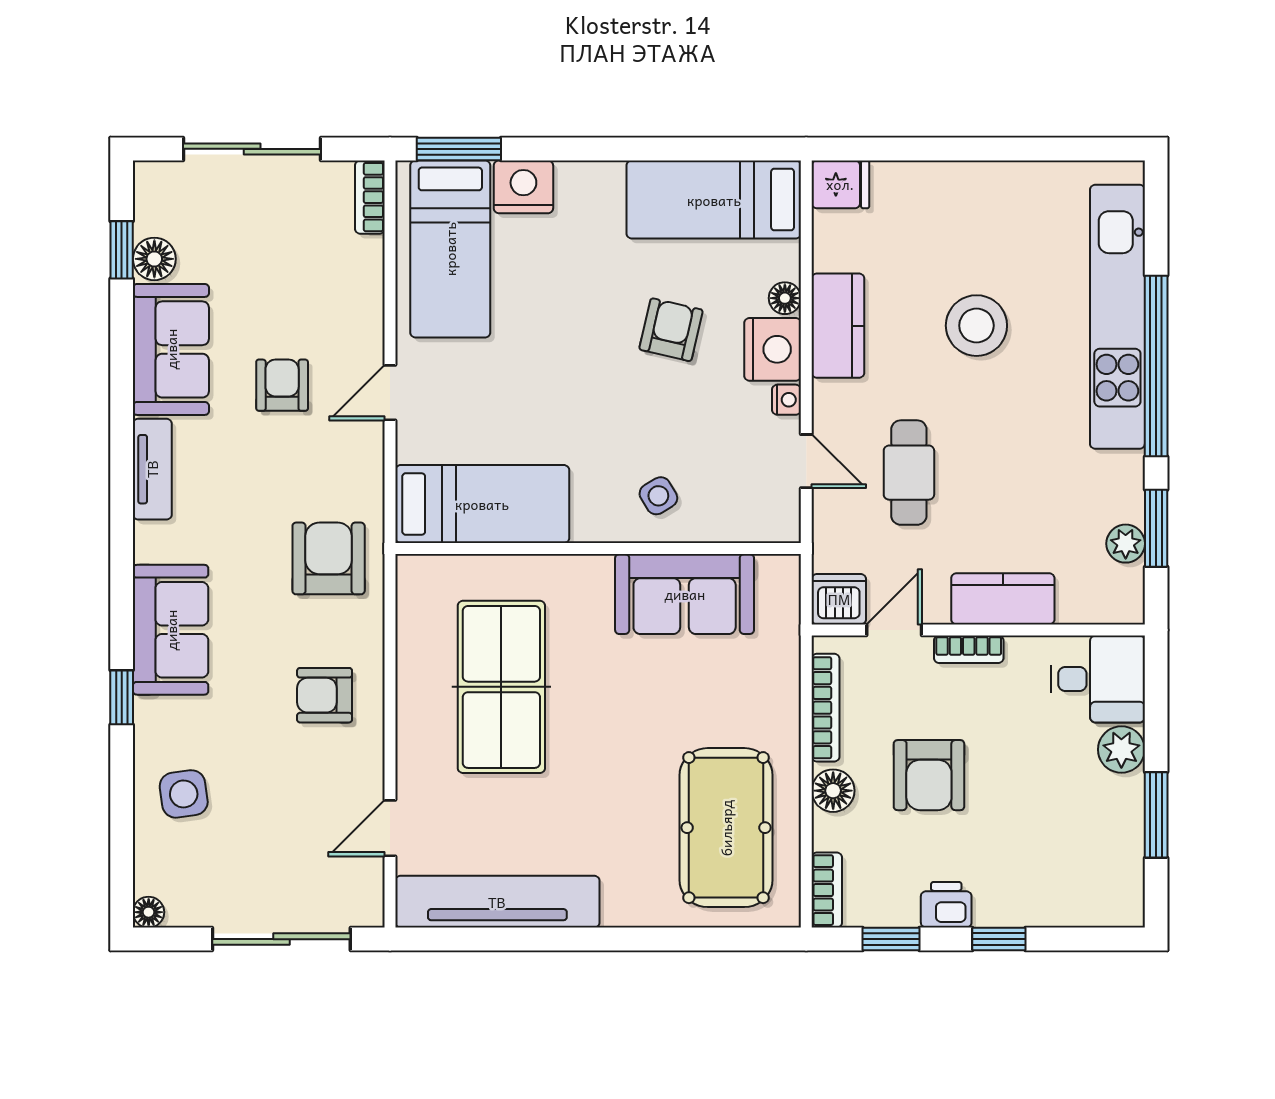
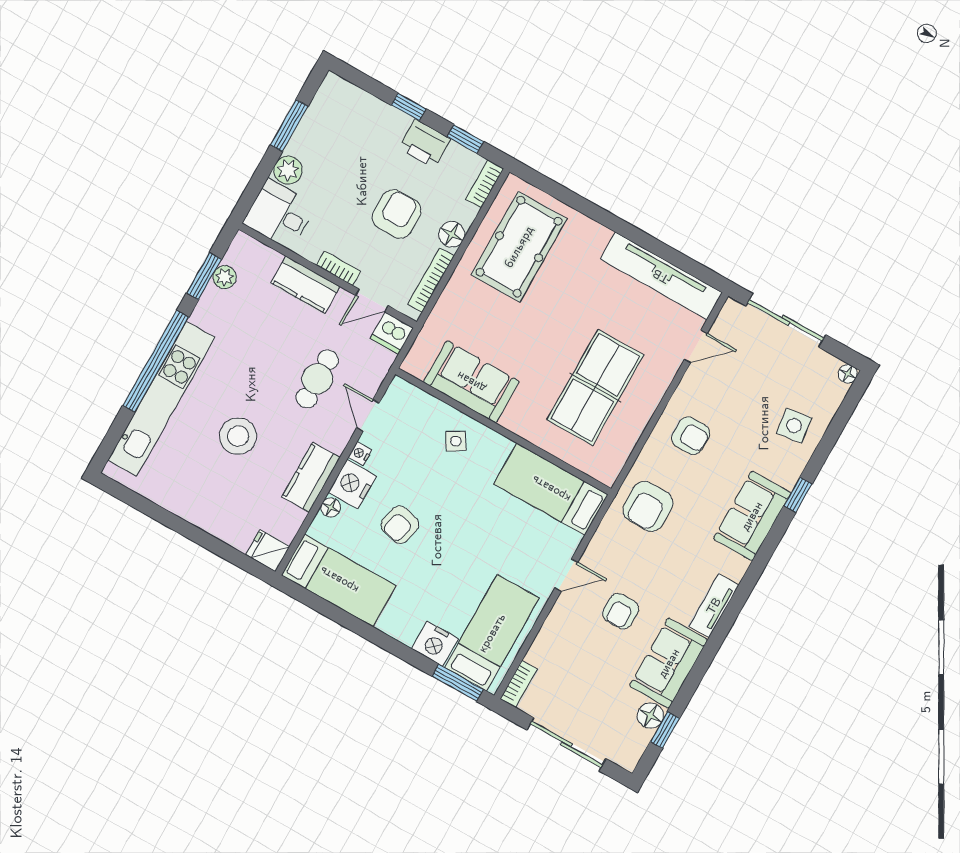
printer: (946, 905) -> (425, 144), width x1.36, depth x1.24

